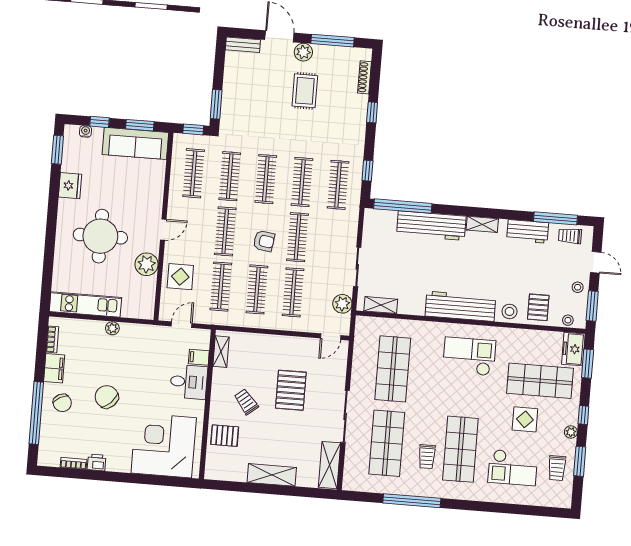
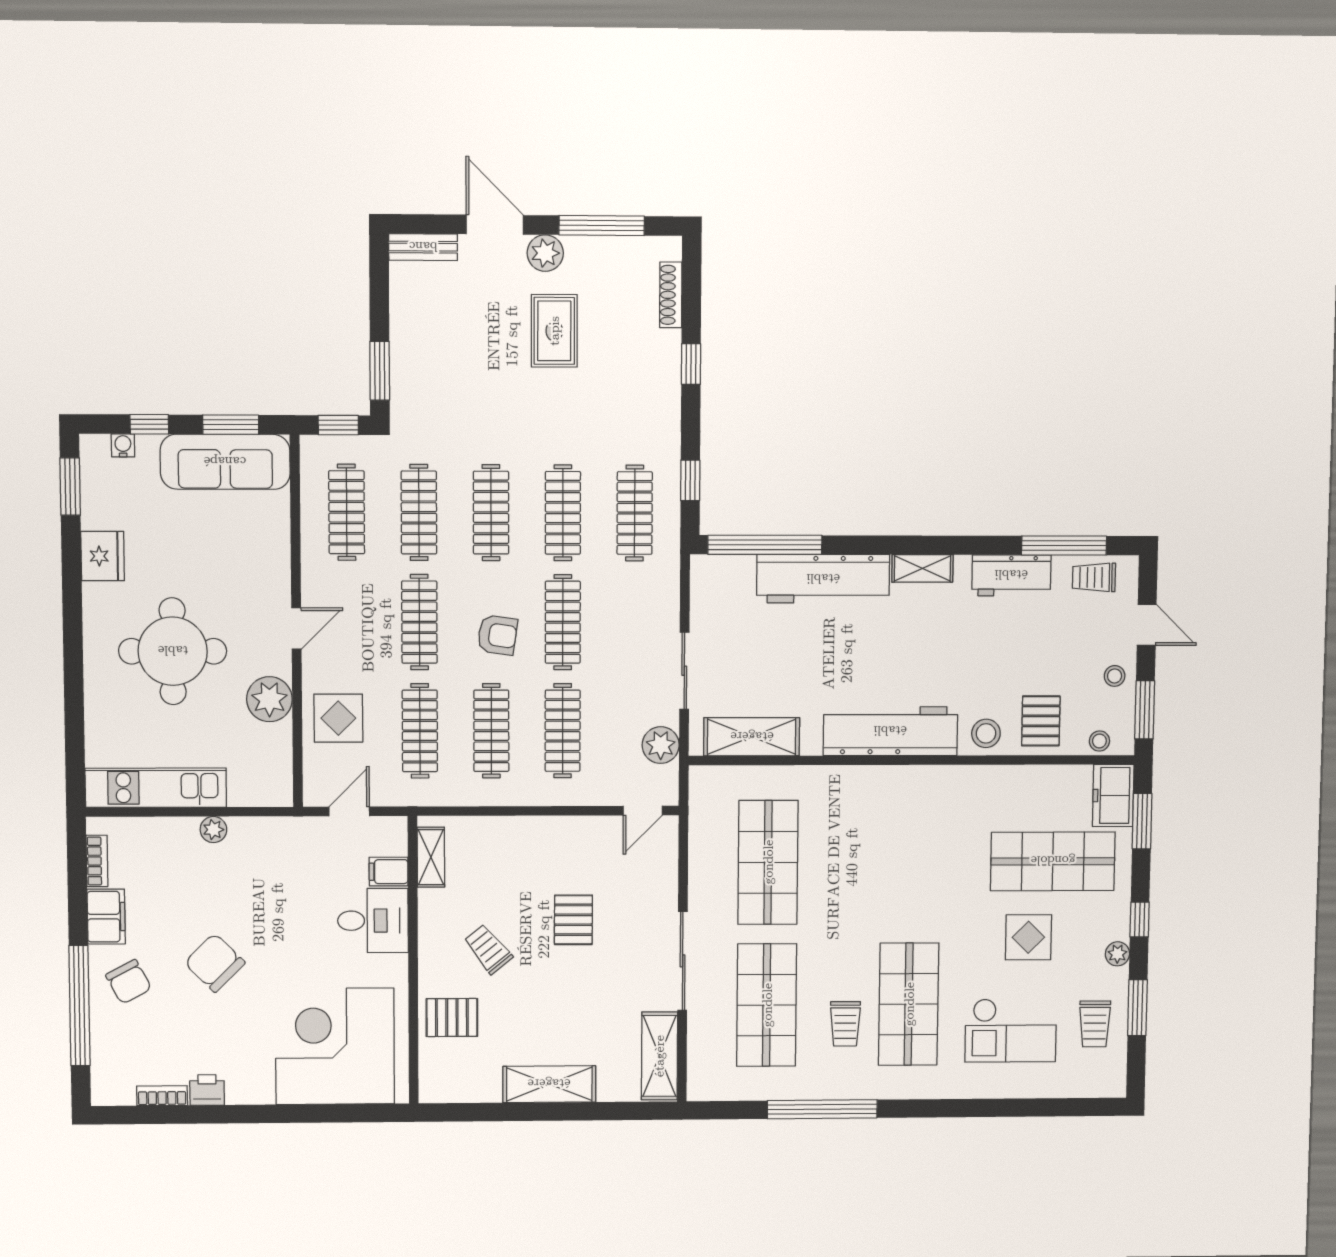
shelving: (381, 305) -> (752, 737), width x1.50, depth x1.33
checkout: (469, 356) -> (914, 826), removed
pallet: (291, 390) -> (573, 920), width x0.67, depth x0.71

